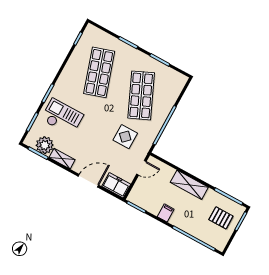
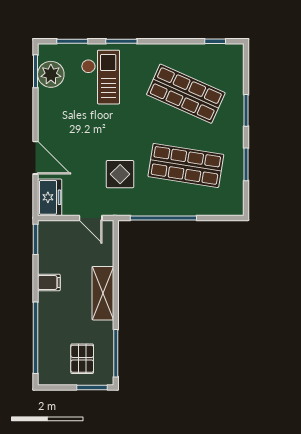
shop shelf: (99, 72) -> (186, 94), turned 42
shop shelf: (141, 95) -> (186, 165), turned 33
shelving: (62, 159) -> (46, 107), removed

